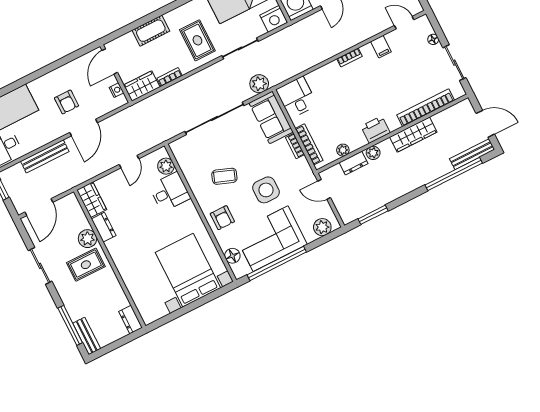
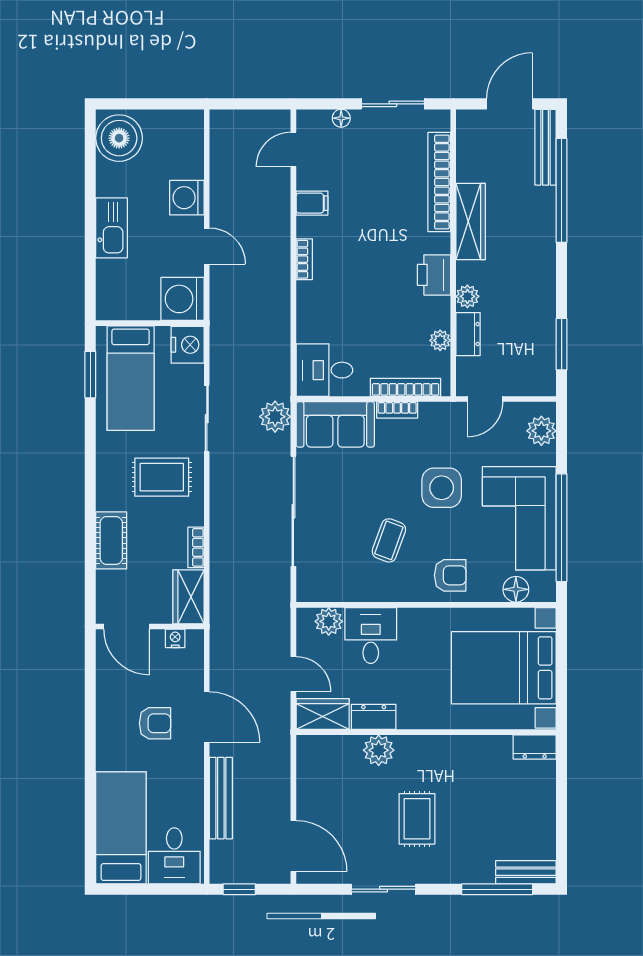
wardrobe: (92, 200) -> (323, 714), moved
dresser: (104, 227) -> (374, 717), moved
plant: (88, 239) -> (379, 750), moved
wall: (110, 259) -> (426, 732), moved
dresser: (131, 320) -> (535, 747), moved

